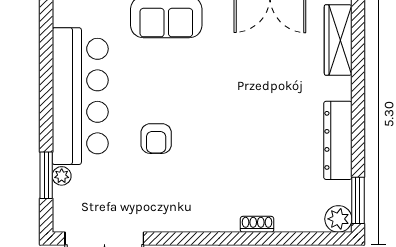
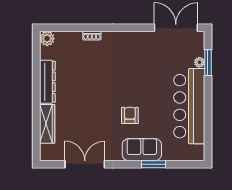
wardrobe: (338, 40) -> (47, 124), moved
armchair: (156, 139) -> (130, 115), moved
window: (358, 200) -> (36, 49), removed

